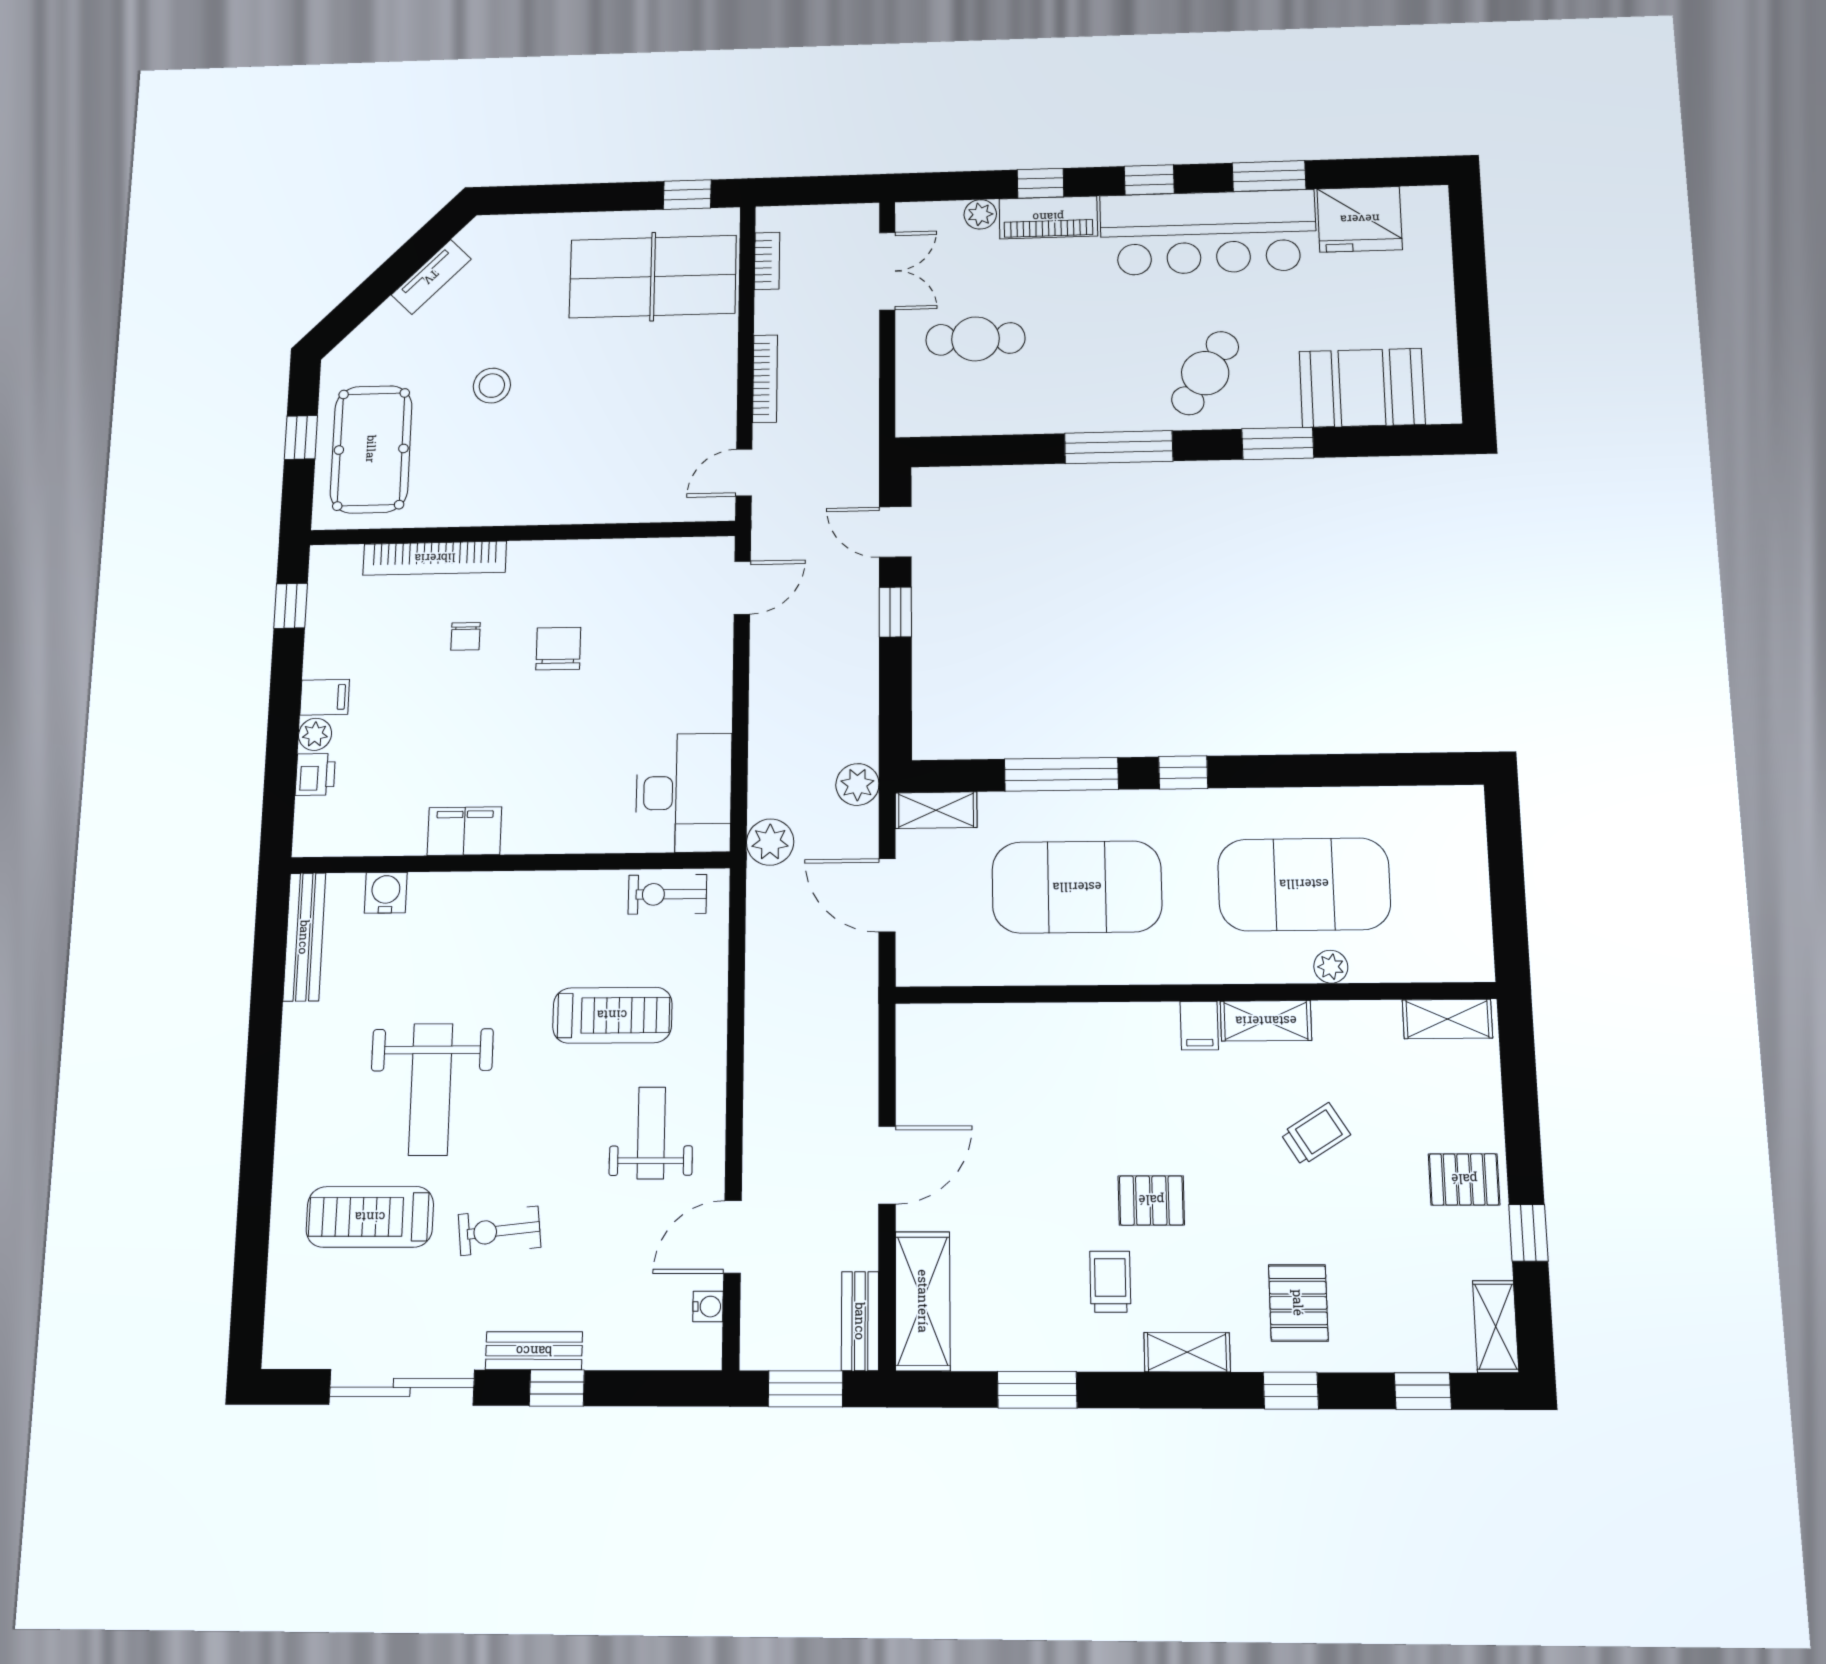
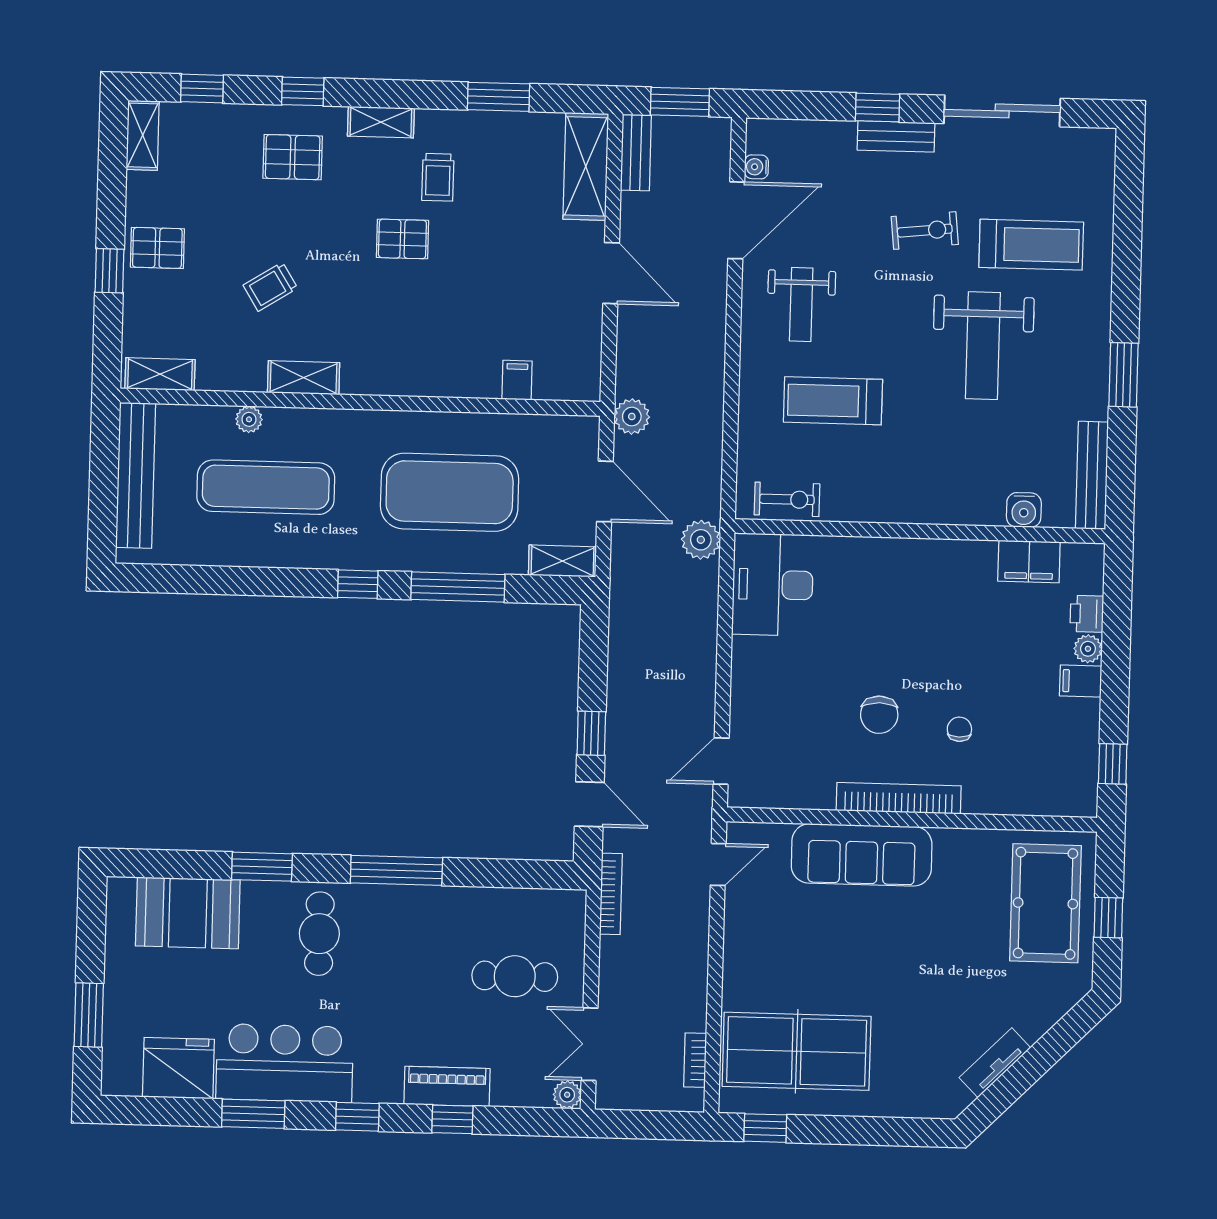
plant: (980, 214) -> (567, 1095), moved
bar counter: (1208, 232) -> (285, 1063), width x0.73
window: (1470, 270) -> (89, 1015), added
cafe table: (1205, 373) -> (319, 934), turned -32
bookcase: (765, 379) -> (611, 894), moved, turned 180
stool: (492, 386) -> (939, 957), removed
sofa: (579, 491) -> (862, 855), added
bookcase: (435, 558) -> (899, 798), moved
plant: (857, 784) -> (632, 417), moved
filing cabinet: (464, 831) -> (1029, 562), moved
exercise mat: (1304, 884) -> (266, 487), width x0.68
bench: (1468, 893) -> (136, 475), added
filing cabinet: (1199, 1026) -> (517, 380), moved
window: (263, 1059) -> (1124, 375), added
weight bench: (431, 1089) -> (983, 346), turned 180
door: (887, 1165) -> (611, 273), swing flipped
window: (1528, 1233) -> (110, 271), moved
door: (732, 1237) -> (736, 220), width x1.36
pallet: (1298, 1303) -> (293, 157), turned 90

